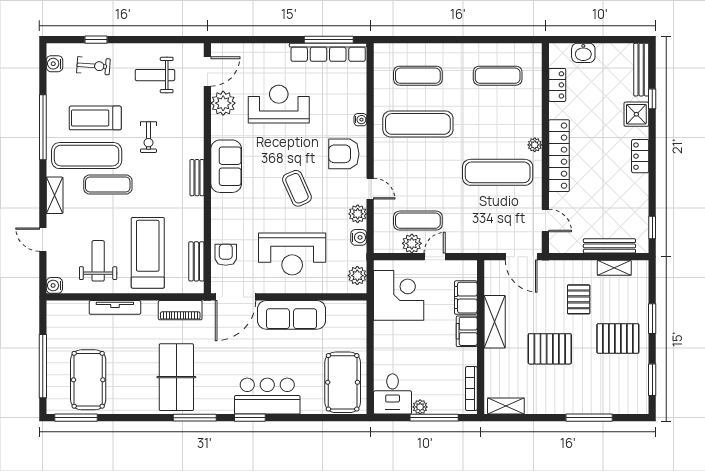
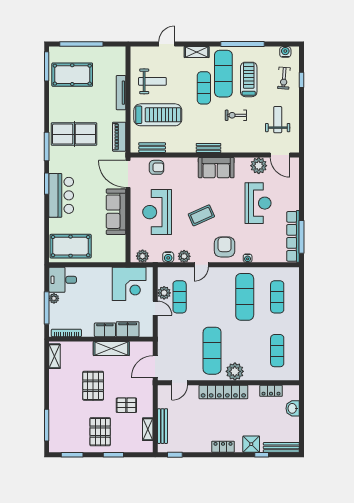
plant: (535, 145) -> (235, 371), width x1.87, depth x1.87
water cooler: (54, 285) -> (136, 52), removed
window: (589, 418) -> (47, 425), moved

